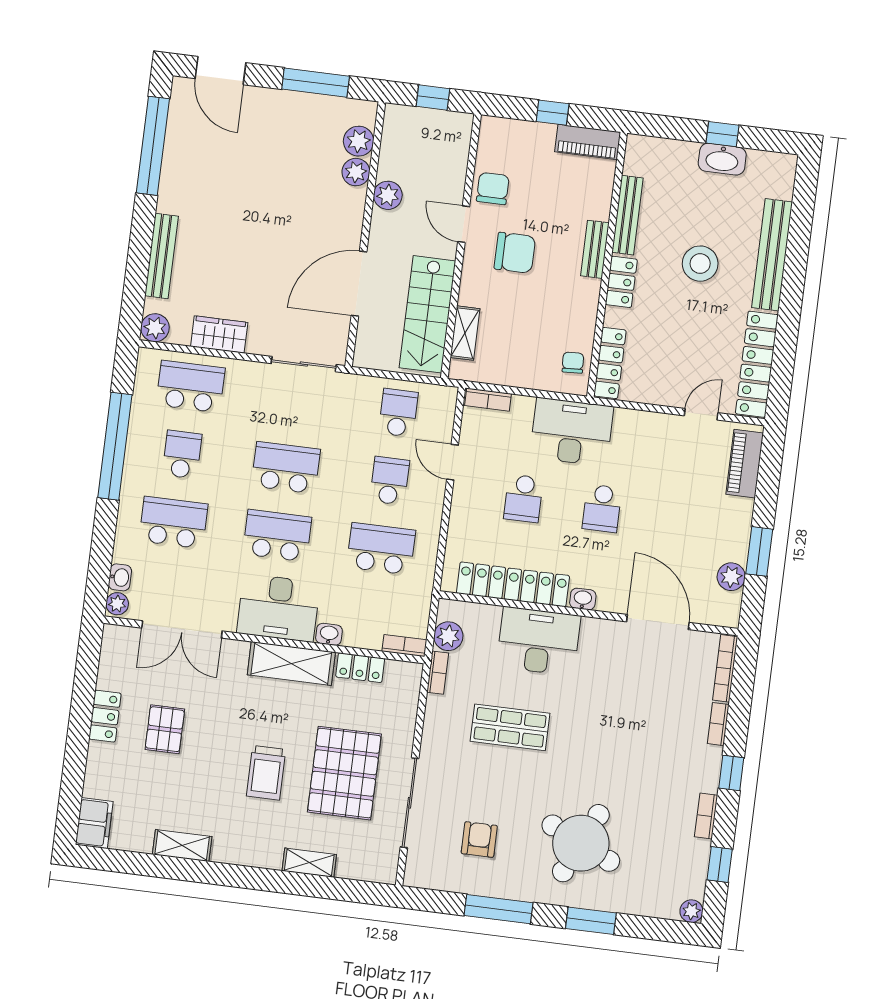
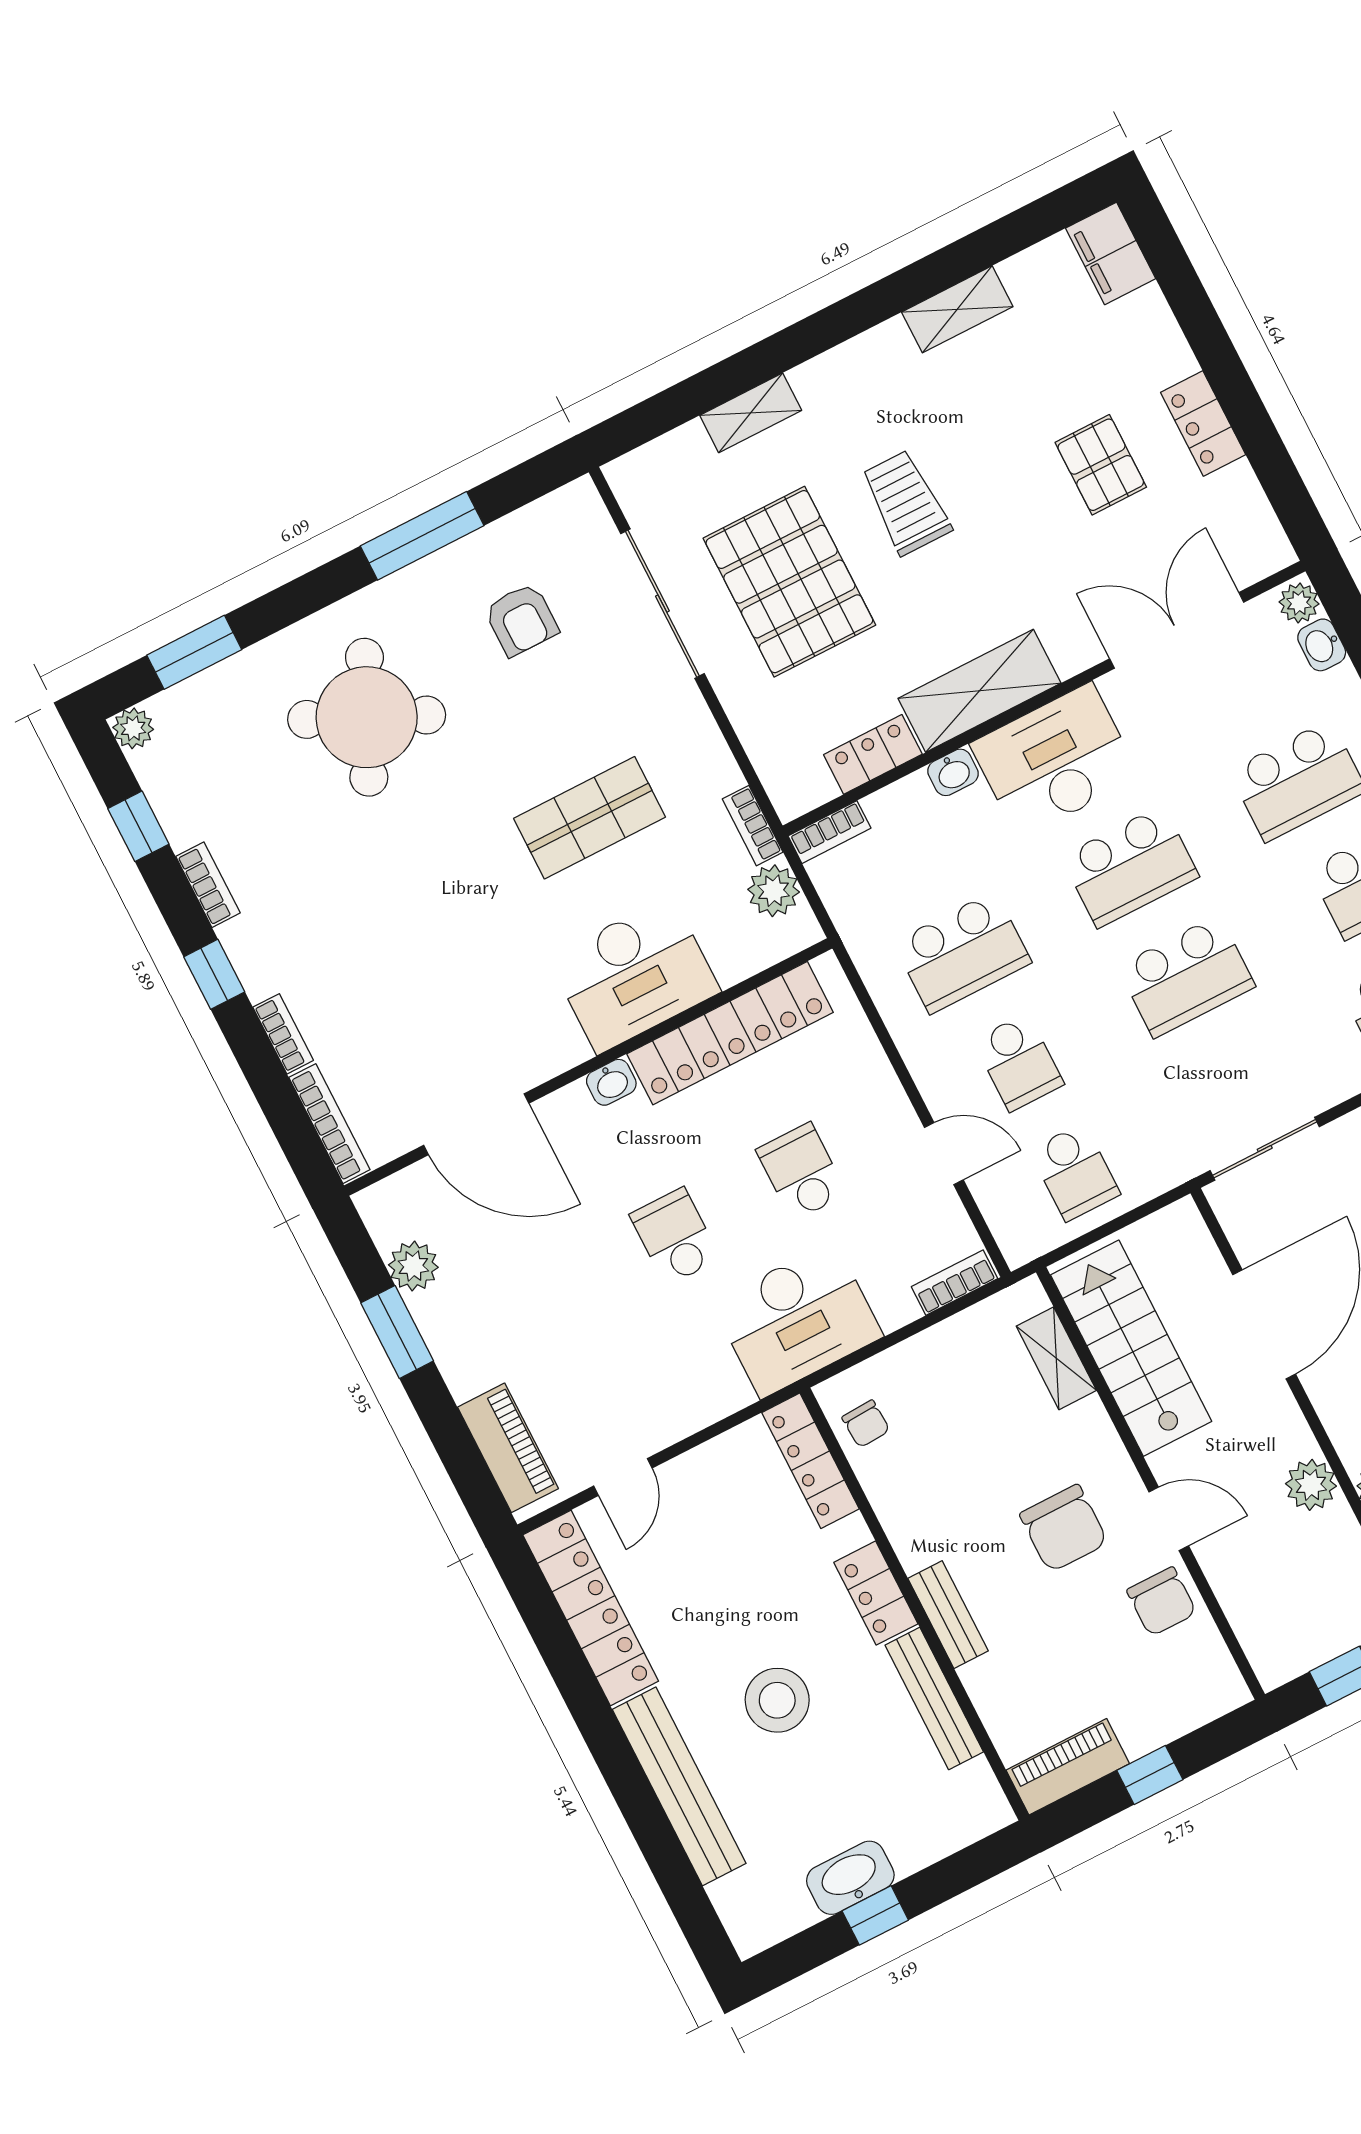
chair: (515, 253) -> (1064, 1528), turned -90
window: (591, 921) -> (194, 652), moved

